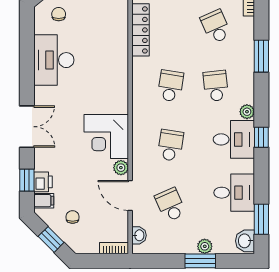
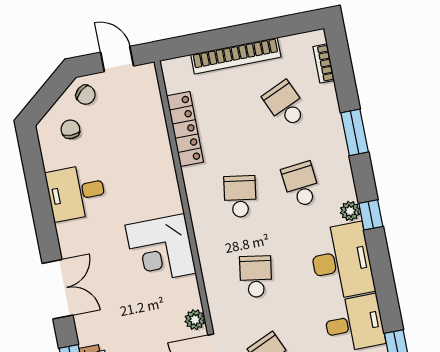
desk: (54, 60) -> (76, 192), width x0.73
corner desk: (106, 137) -> (161, 249), moved
window: (261, 137) -> (371, 215), moved
desk: (234, 139) -> (341, 261), width x1.37

